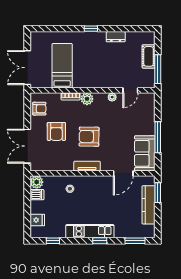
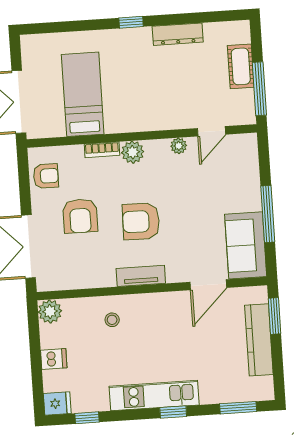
dresser: (116, 37) -> (178, 34), width x1.44
dishwasher: (37, 195) -> (54, 359), moved
fridge: (37, 220) -> (57, 403), moved

